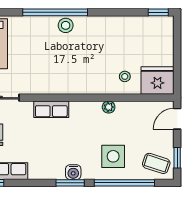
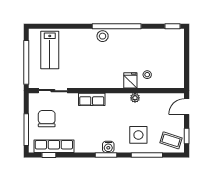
window: (55, 12) -> (117, 26), moved
fridge: (157, 81) -> (130, 80), moved, width x0.53, depth x0.75
window: (124, 183) -> (147, 155), width x0.68

